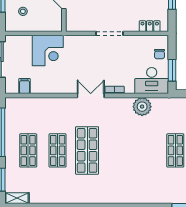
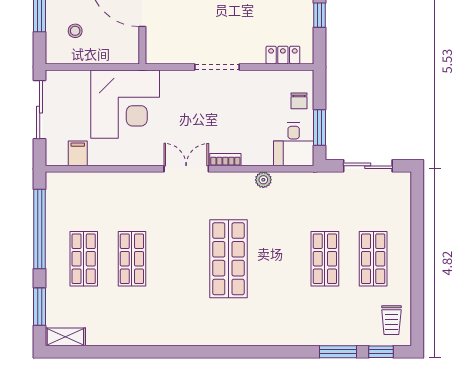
corner desk: (48, 51) -> (125, 104), width x1.36, depth x1.36
desk: (152, 81) -> (294, 144), width x0.73
plant: (142, 107) -> (263, 180), width x0.53, depth x0.53
shop shelf: (87, 150) -> (228, 259), moved

